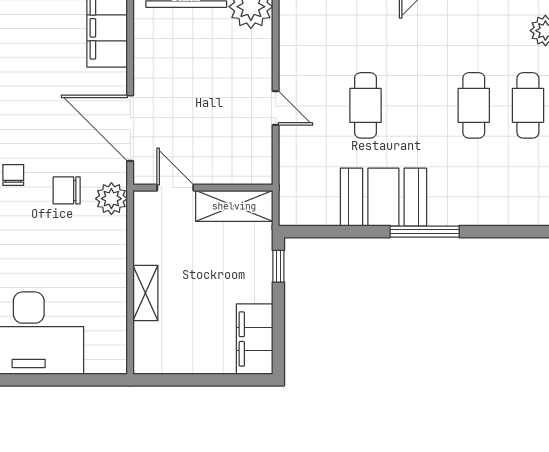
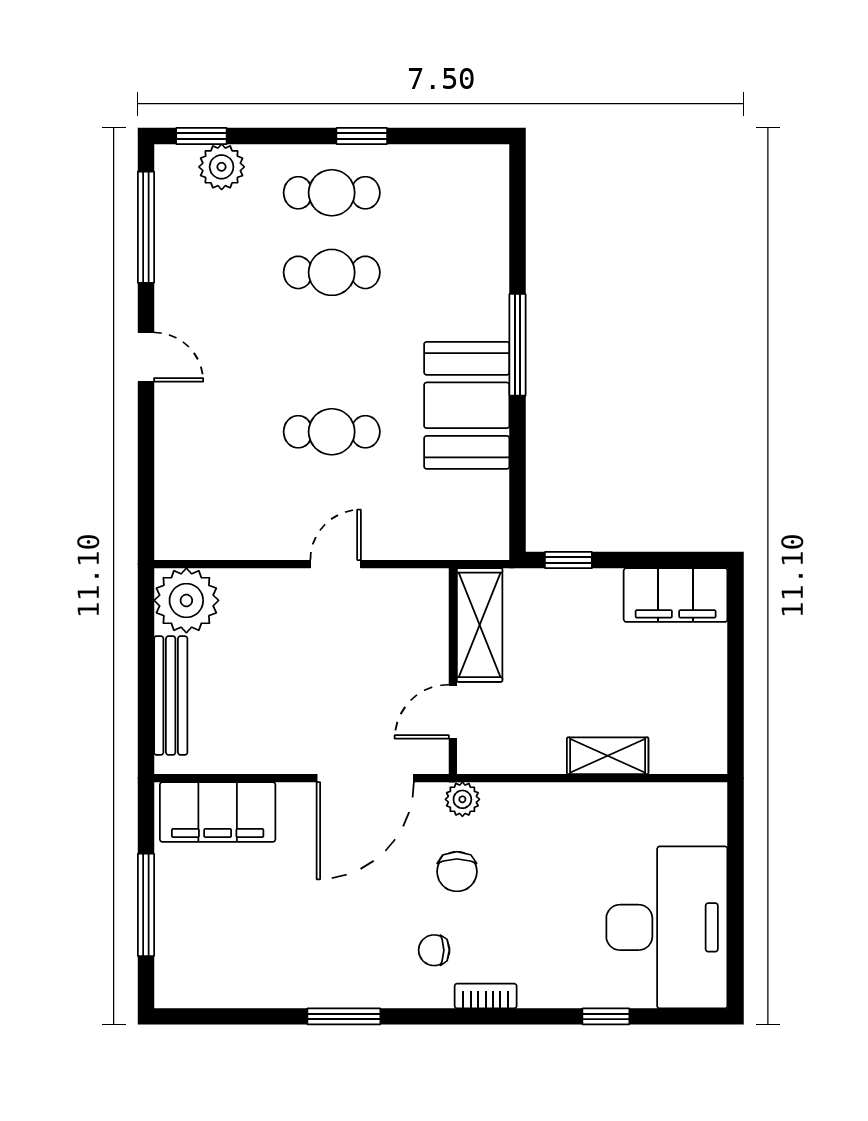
plant: (111, 199) -> (462, 799), width x0.73, depth x0.73

